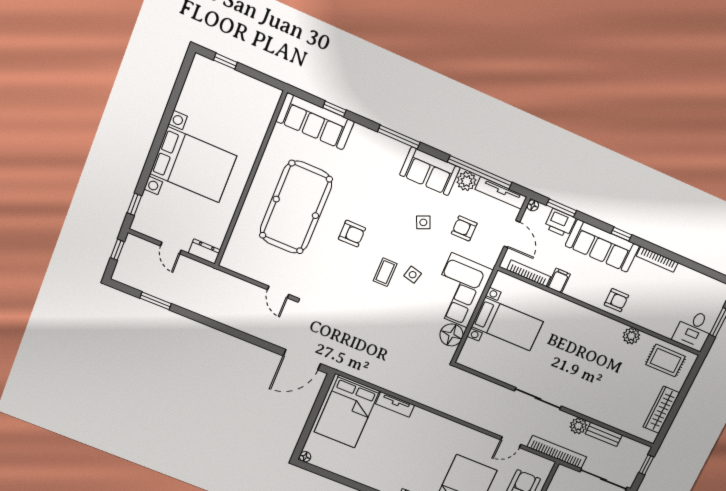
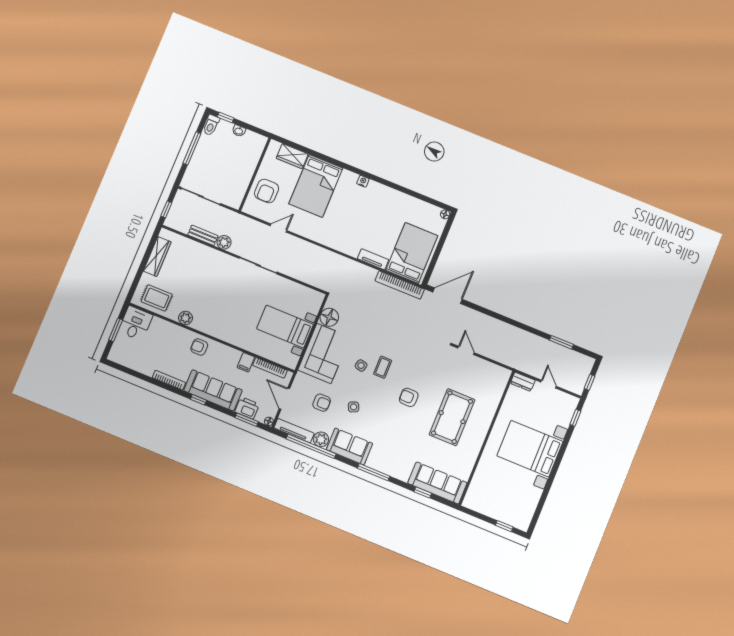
pool table: (296, 207) -> (452, 417), width x0.73, depth x0.76
bookcase: (557, 452) -> (400, 285), moved

